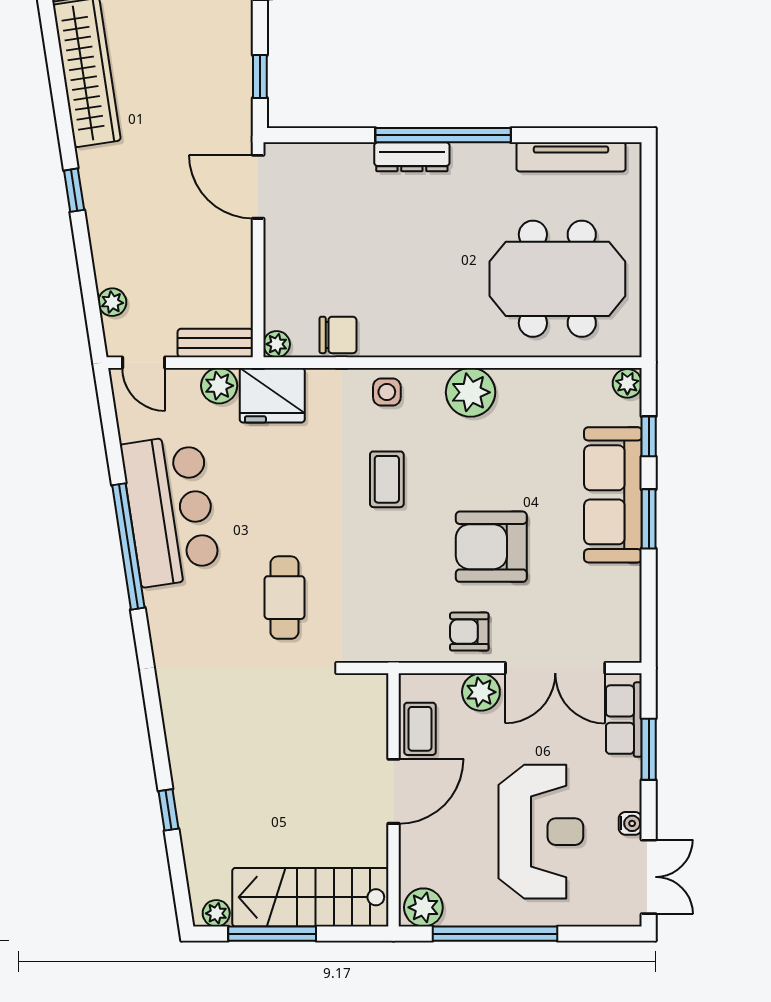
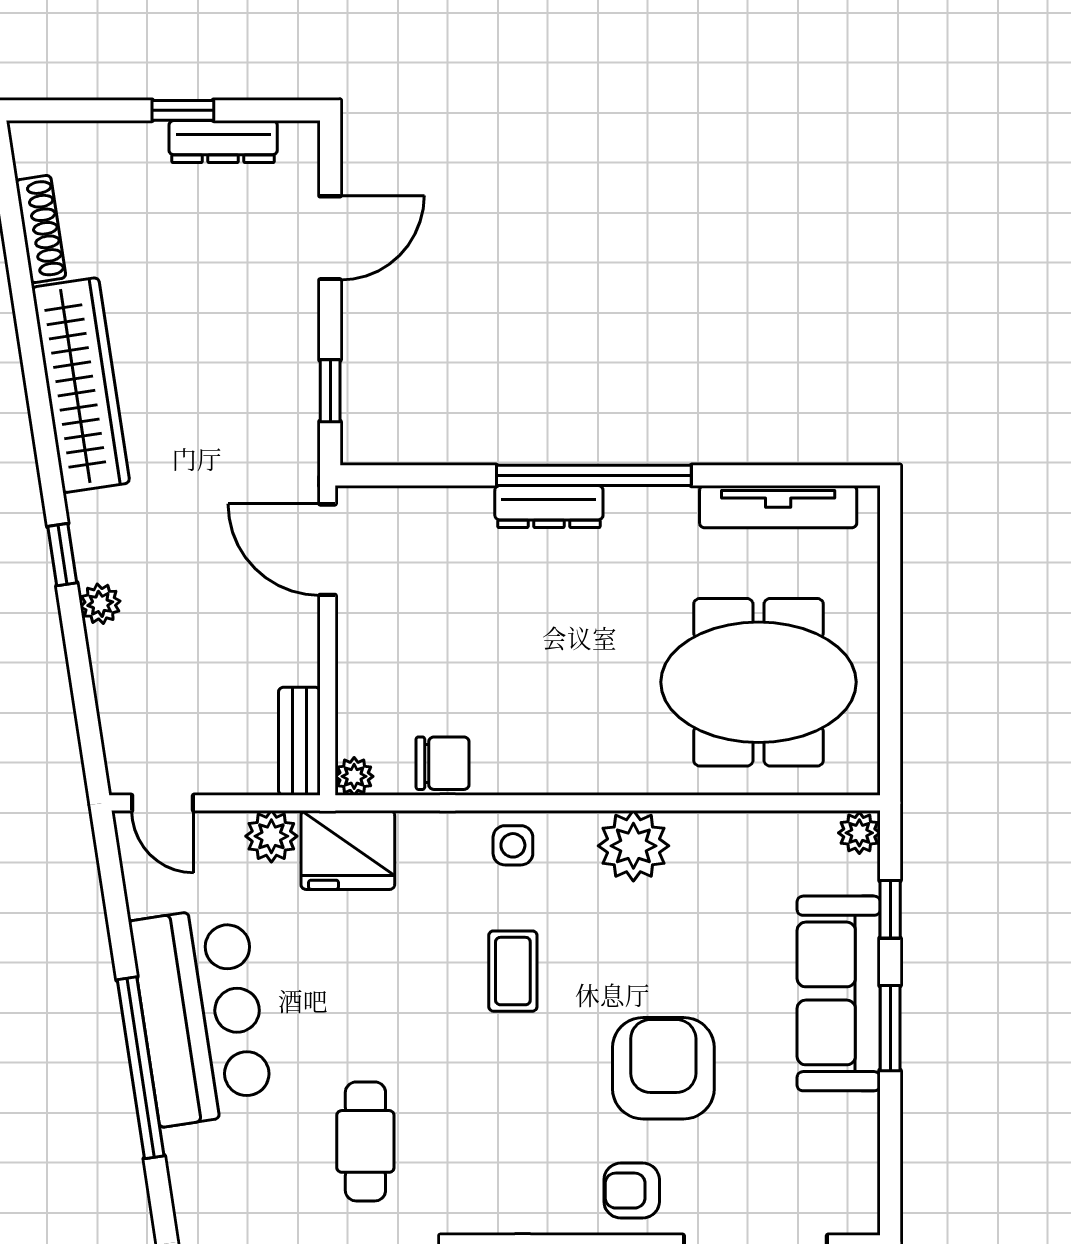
plant: (112, 302) -> (100, 604), moved
bench: (215, 343) -> (299, 741), moved, turned 90
armchair: (491, 547) -> (663, 1068), turned 90

